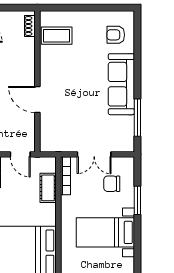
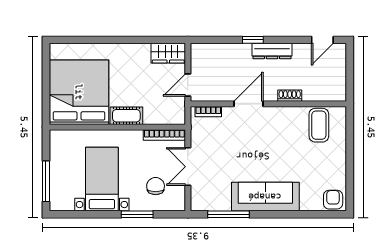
shoe rack: (30, 26) -> (290, 96), moved
armchair: (116, 35) -> (333, 200), moved
bookcase: (44, 136) -> (208, 112), added
cot: (48, 188) -> (126, 116), moved

